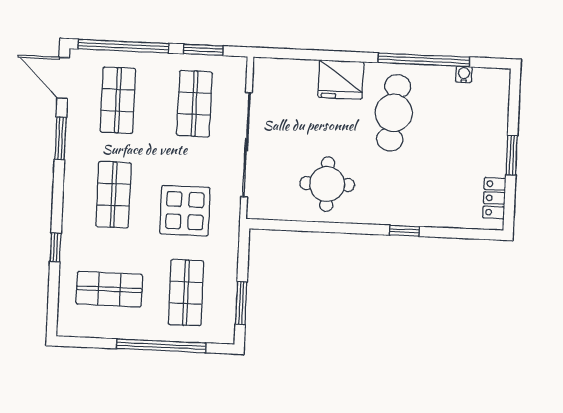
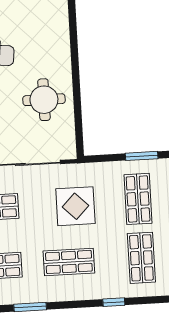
window: (404, 231) -> (74, 37), removed
shop shelf: (186, 293) -> (138, 199), turned 90

